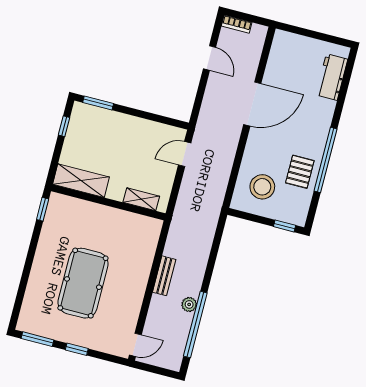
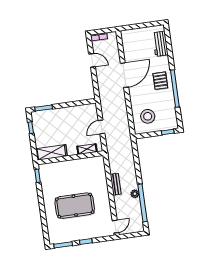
door: (185, 154) -> (101, 127), moved
pallet: (300, 172) -> (160, 81), moved
pool table: (83, 283) -> (75, 206), turned 90

